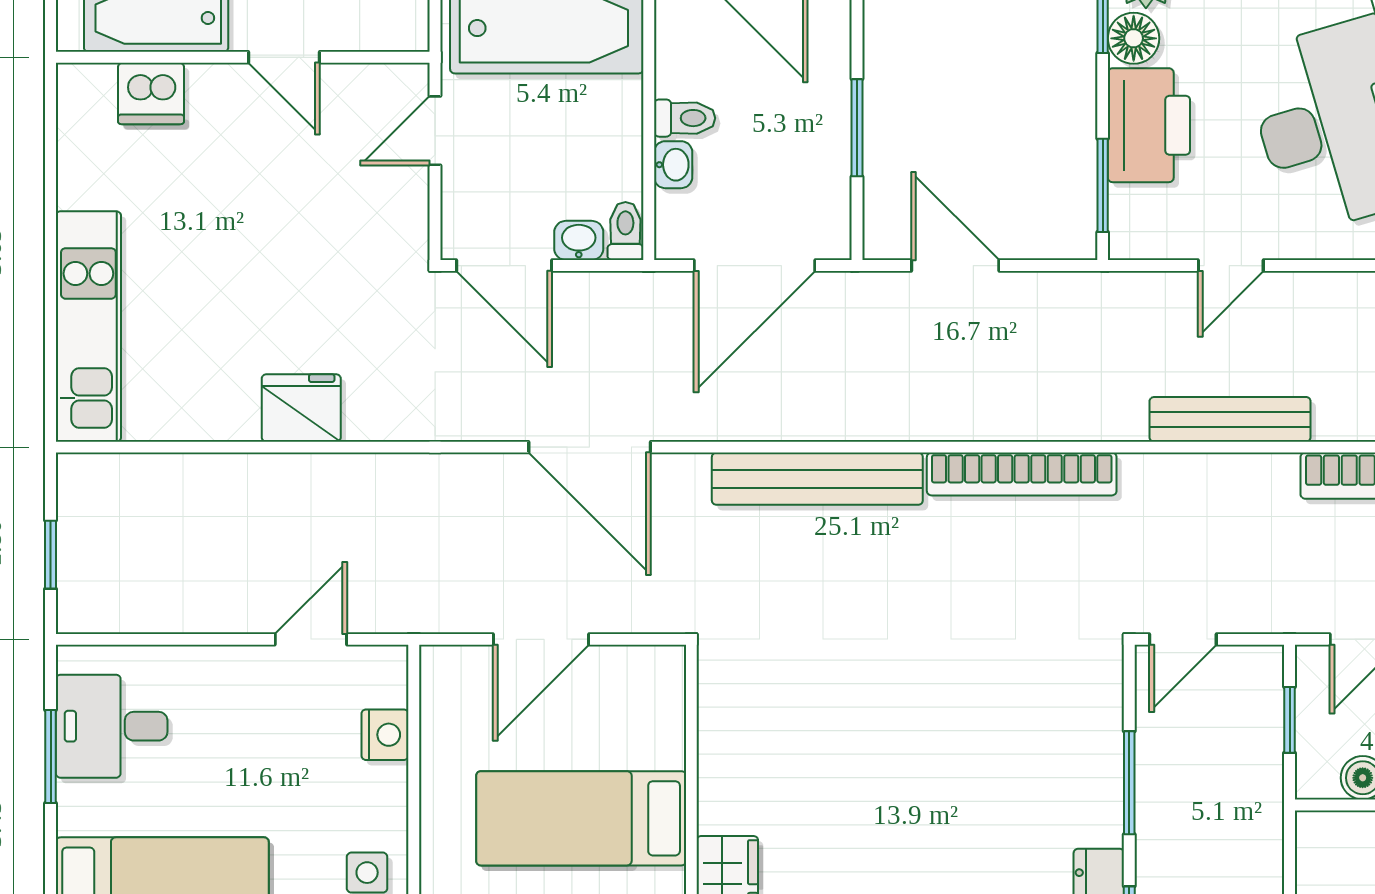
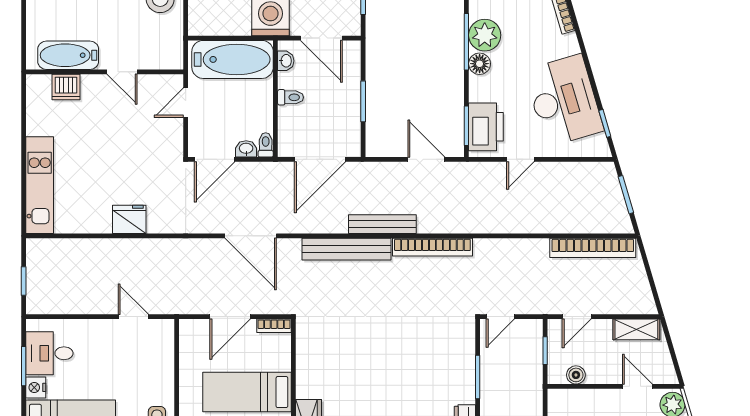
printer: (1149, 125) -> (486, 127), moved
washbasin: (673, 165) -> (286, 61), moved
door: (504, 266) -> (215, 159), hinge flipped
door: (955, 266) -> (426, 159), moved
bench: (1230, 419) -> (382, 224), moved
door: (311, 639) -> (133, 317), hinge flipped
bookcase: (645, 661) -> (274, 326), added
nightstand: (385, 735) -> (36, 387), moved, turned 180

